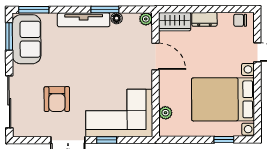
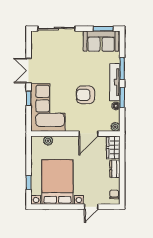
window: (34, 10) -> (122, 69), moved
armchair: (57, 99) -> (85, 95), moved

